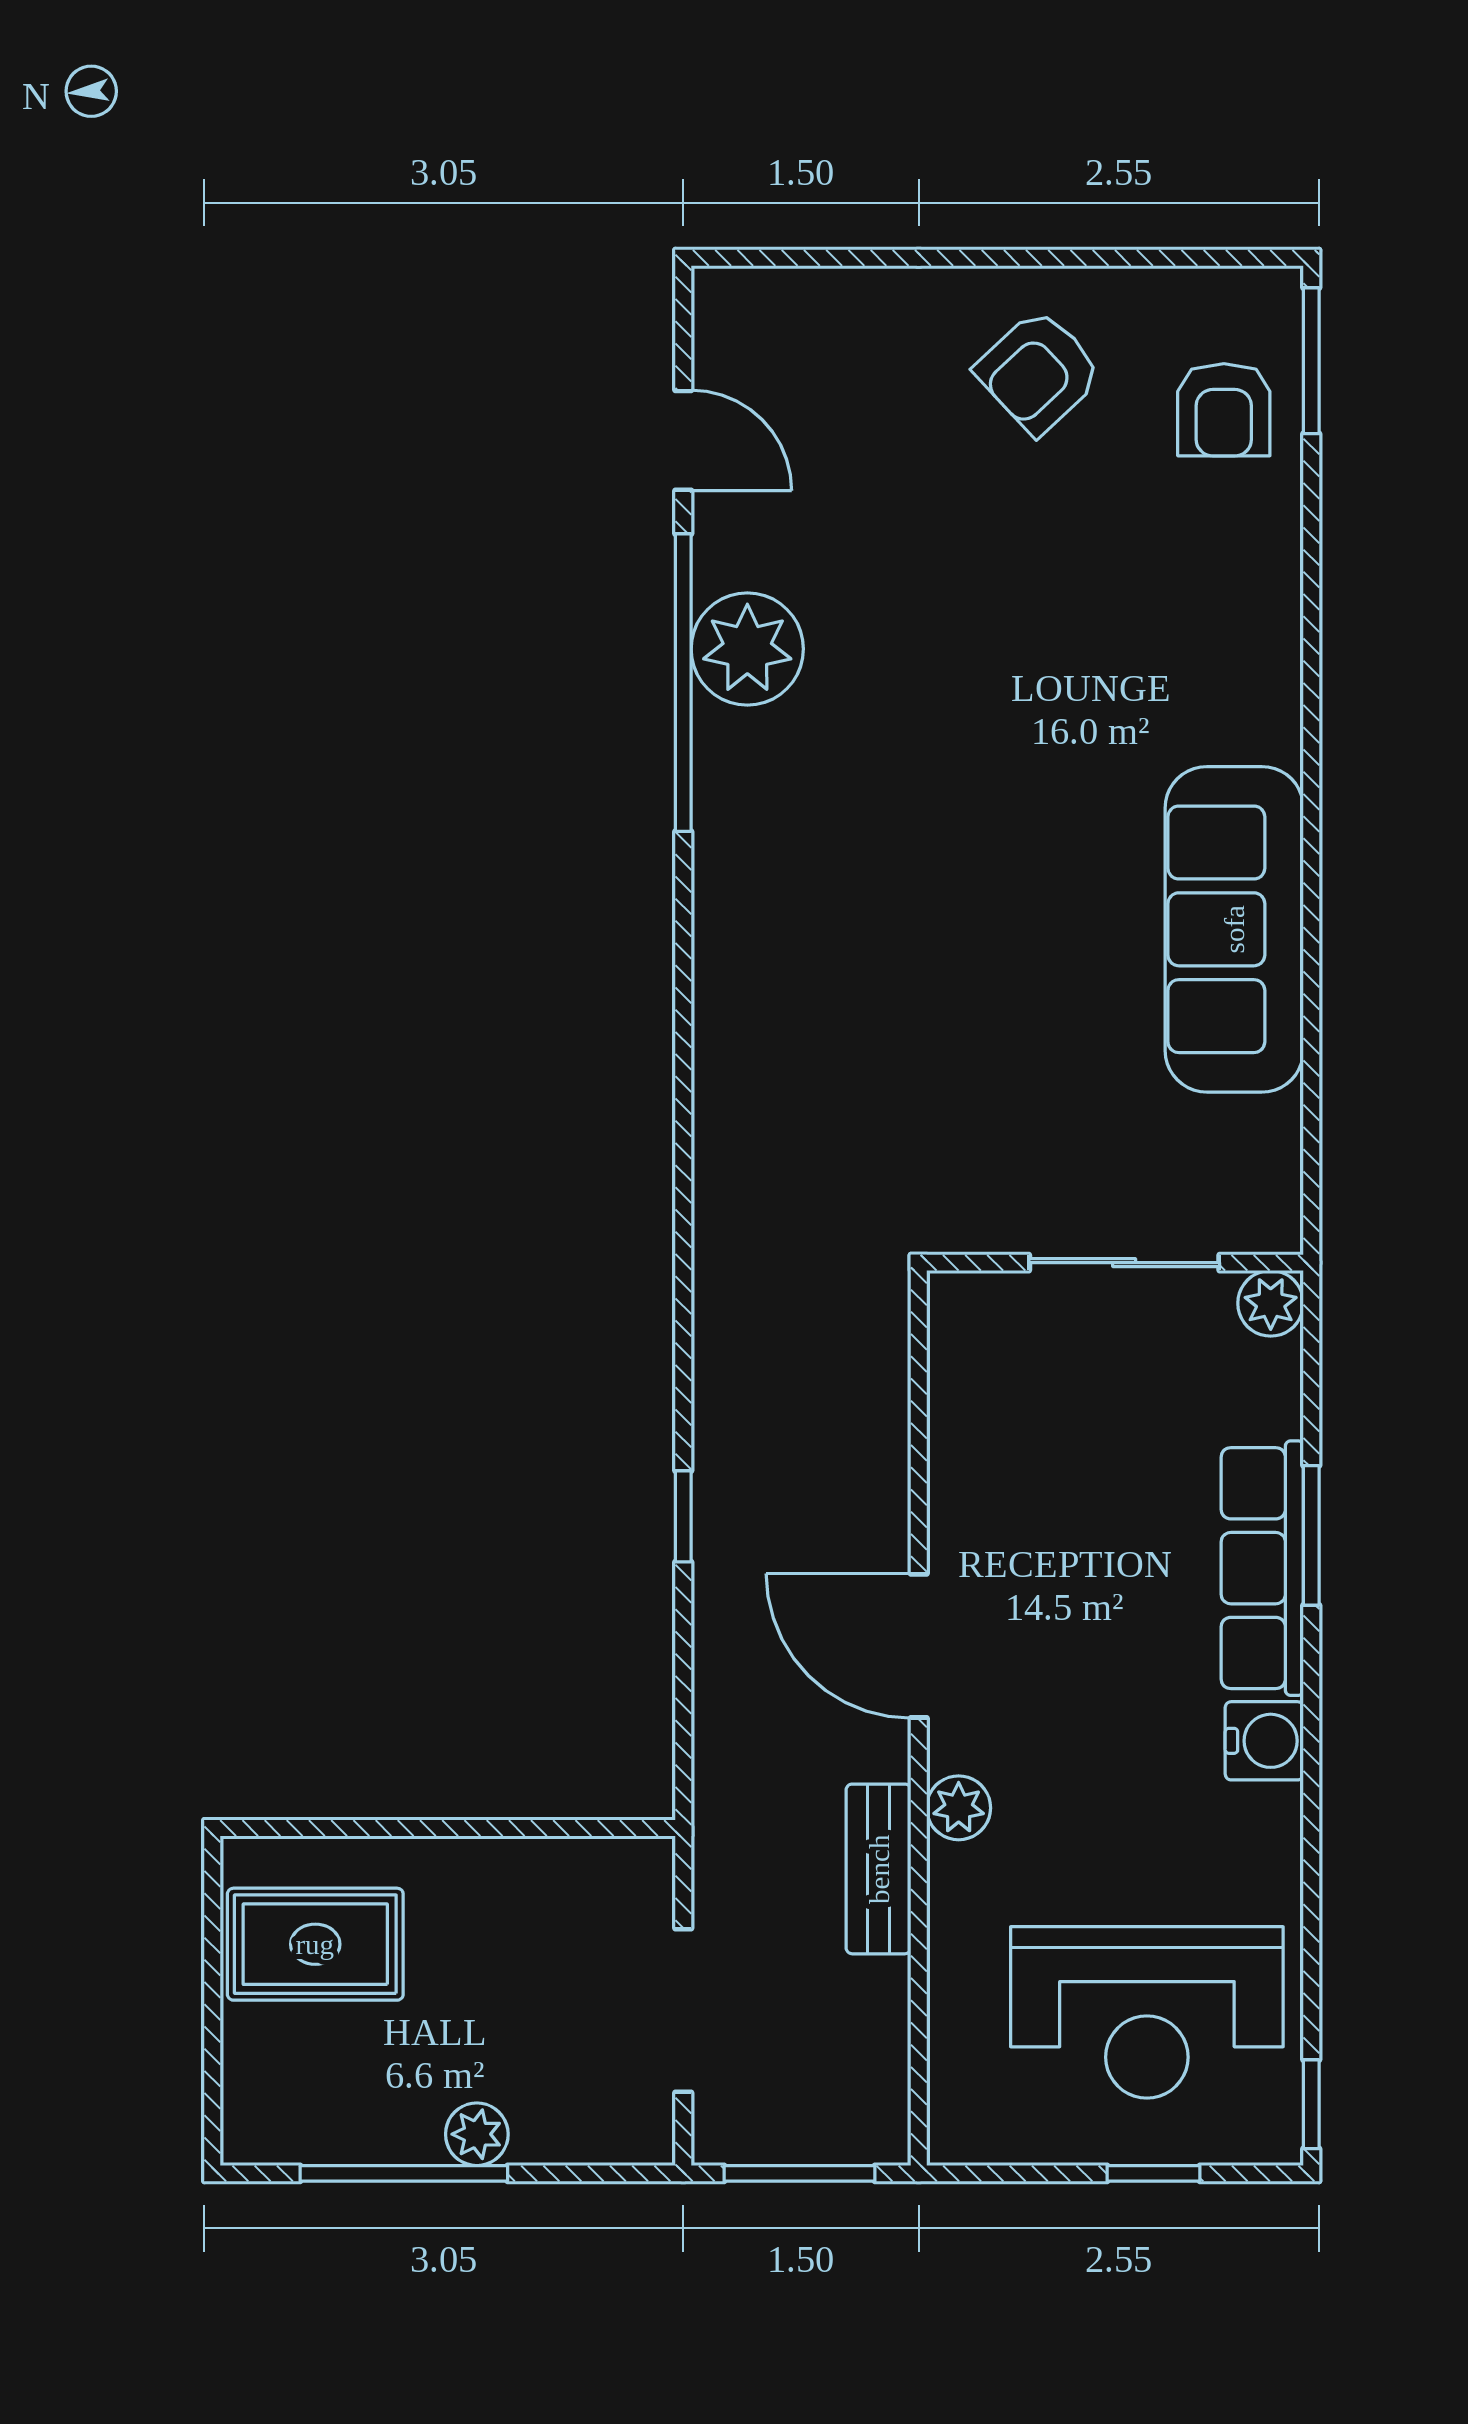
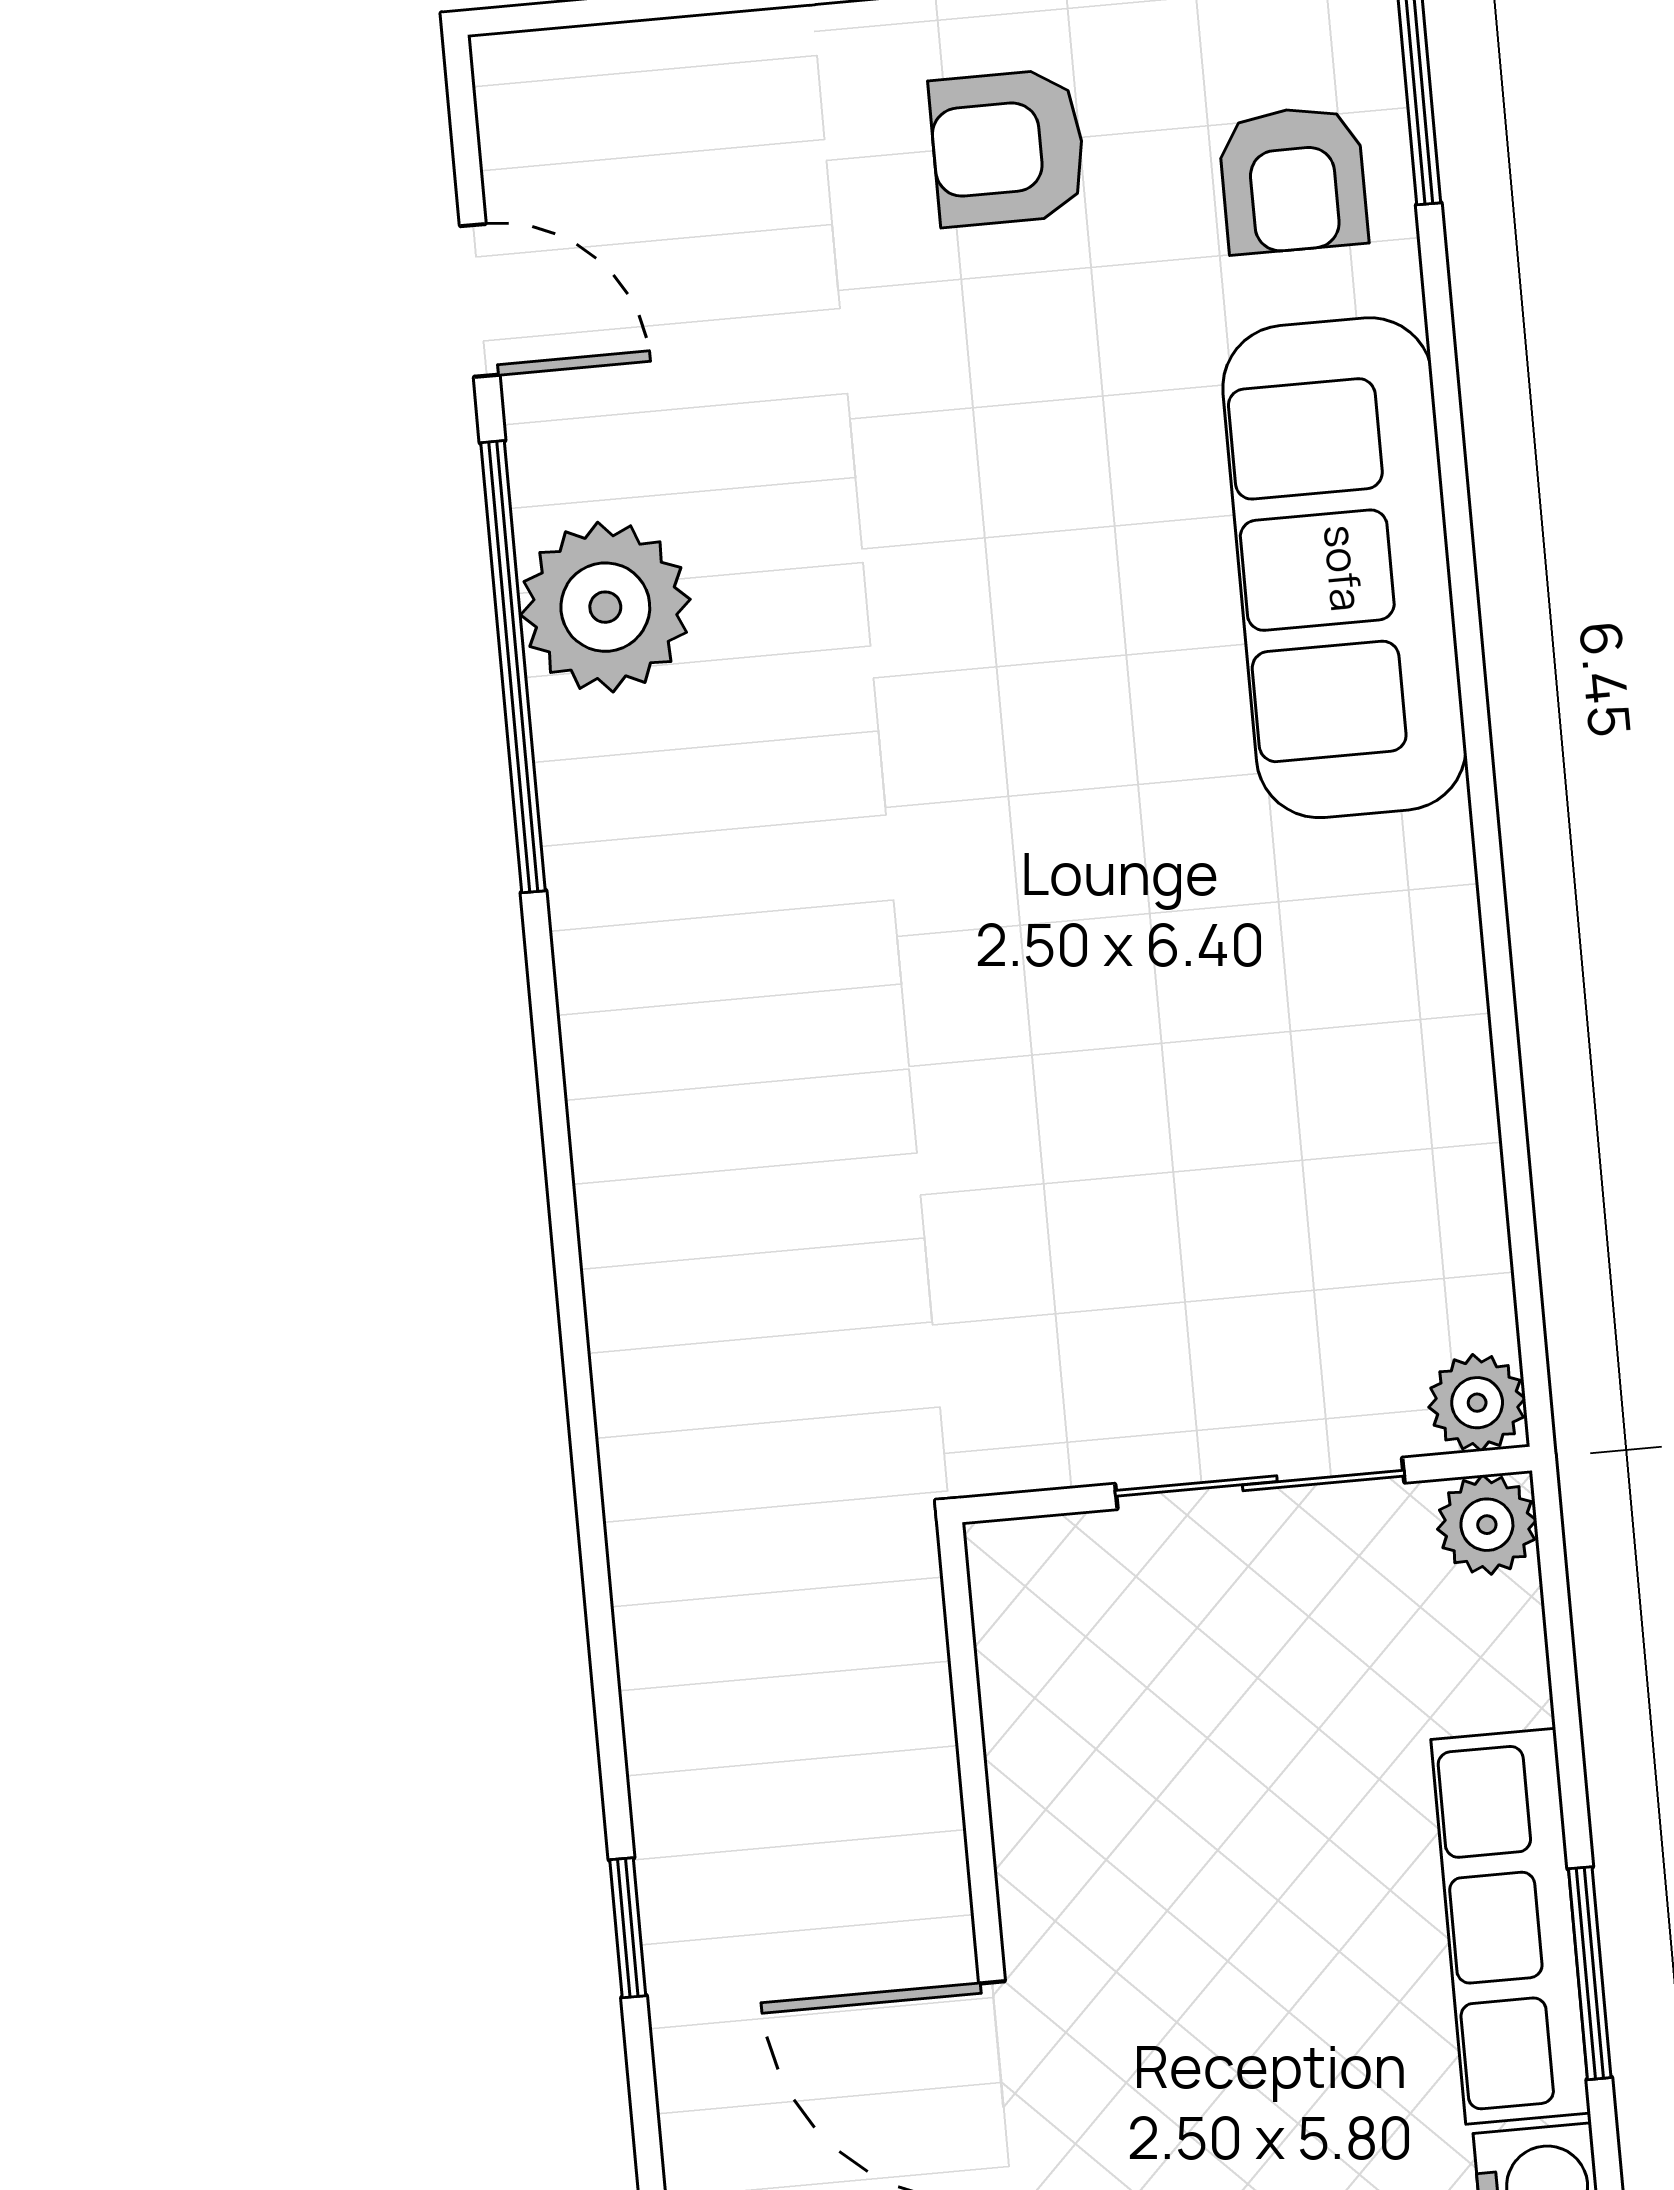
armchair: (1039, 372) -> (1008, 148), turned 43
sofa: (1234, 929) -> (1344, 568), moved
plant: (1271, 1223) -> (1477, 1403), added
window: (1311, 1535) -> (1590, 1973), moved

